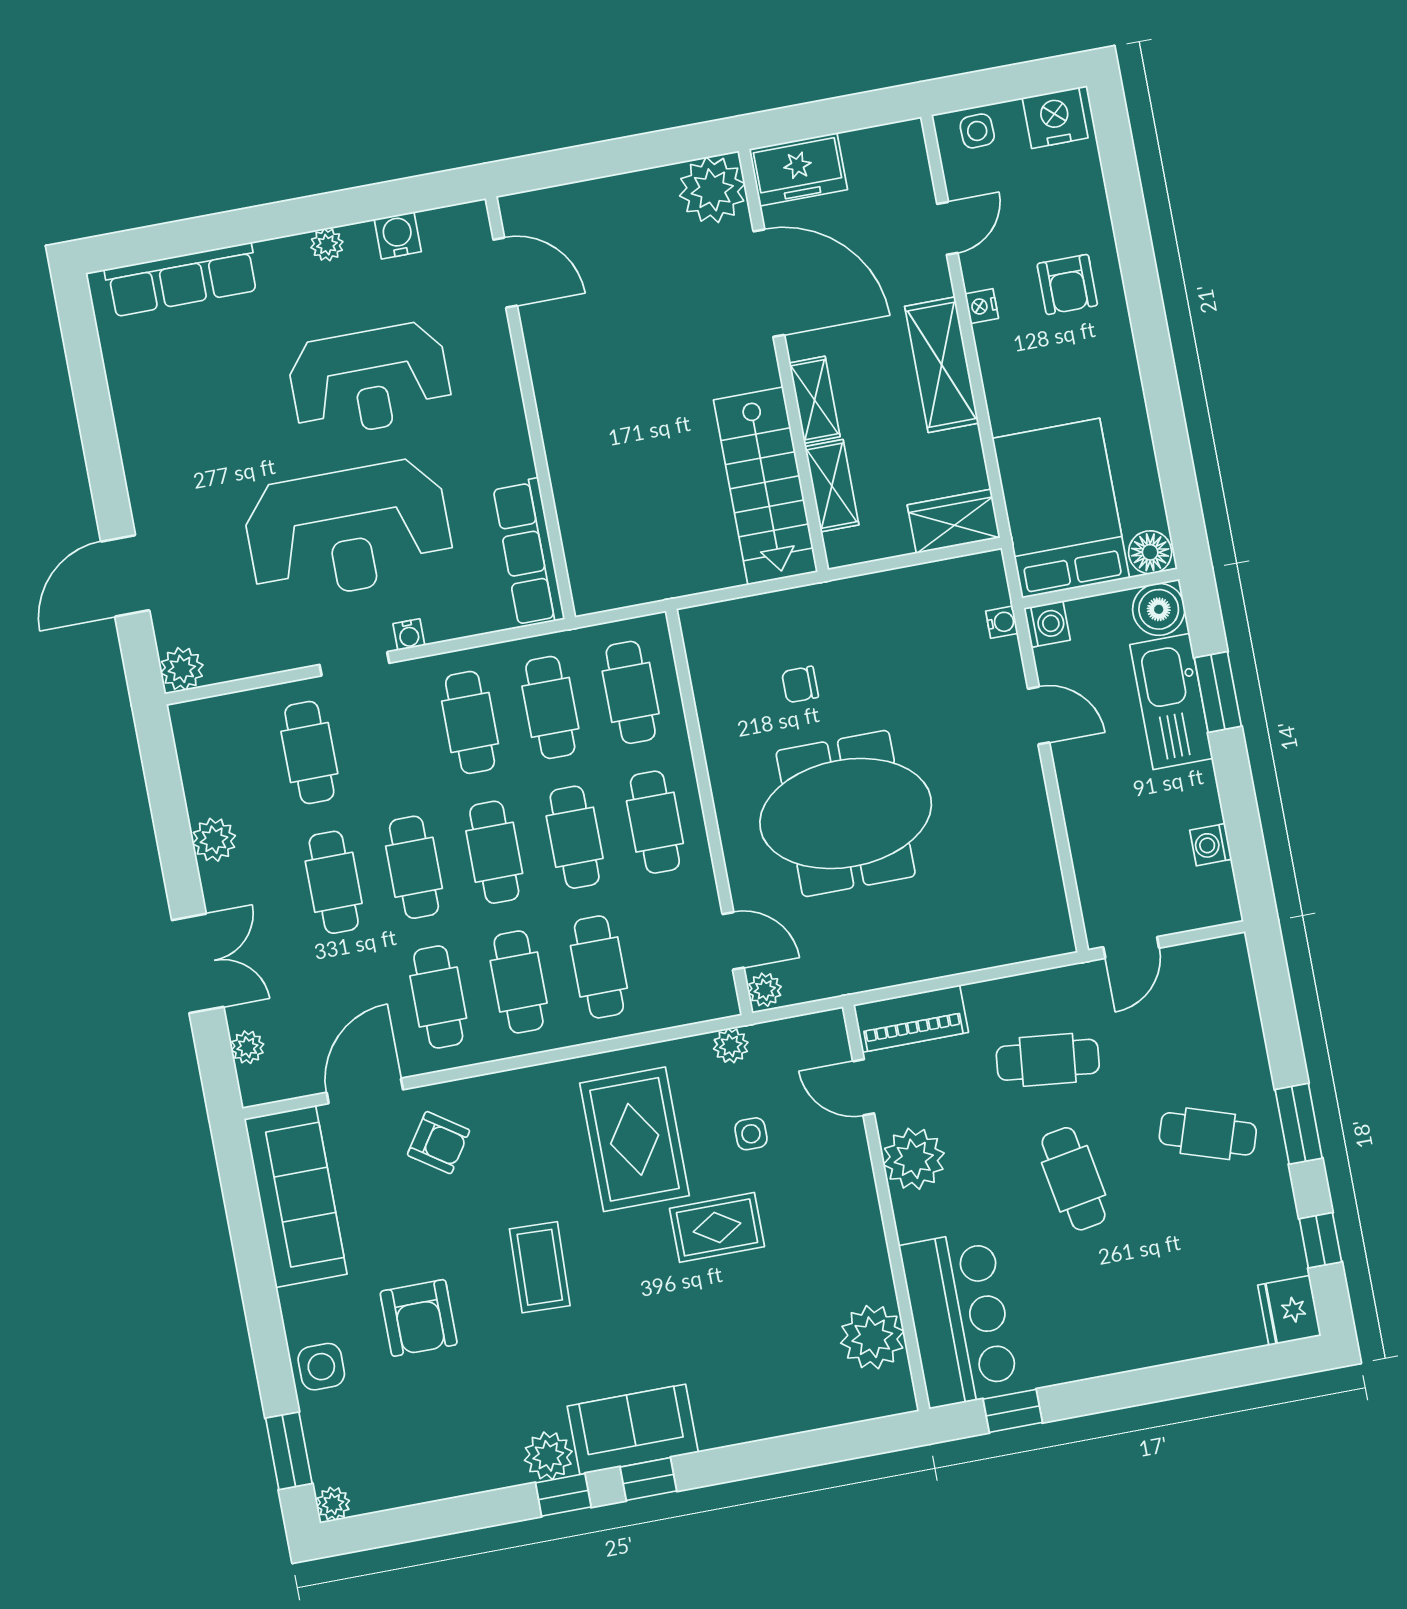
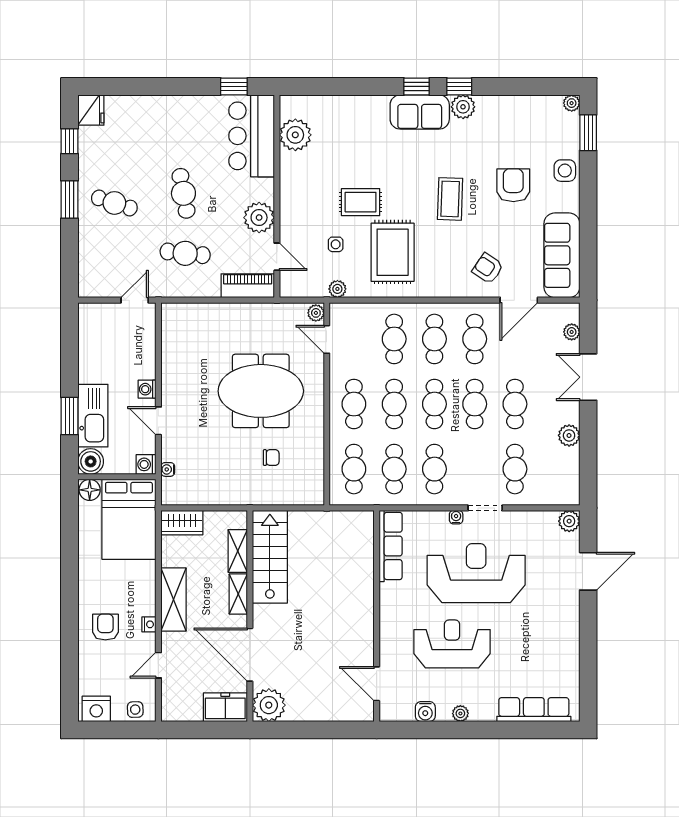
washing machine: (1211, 845) -> (147, 389), moved, turned 180

